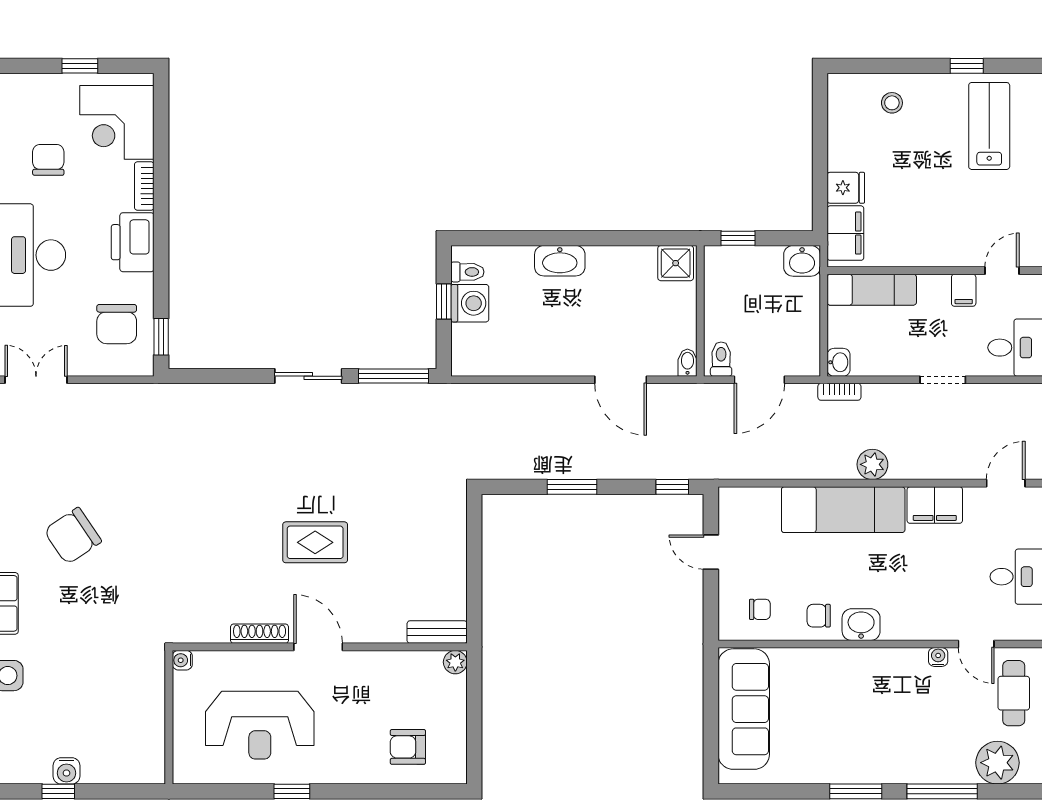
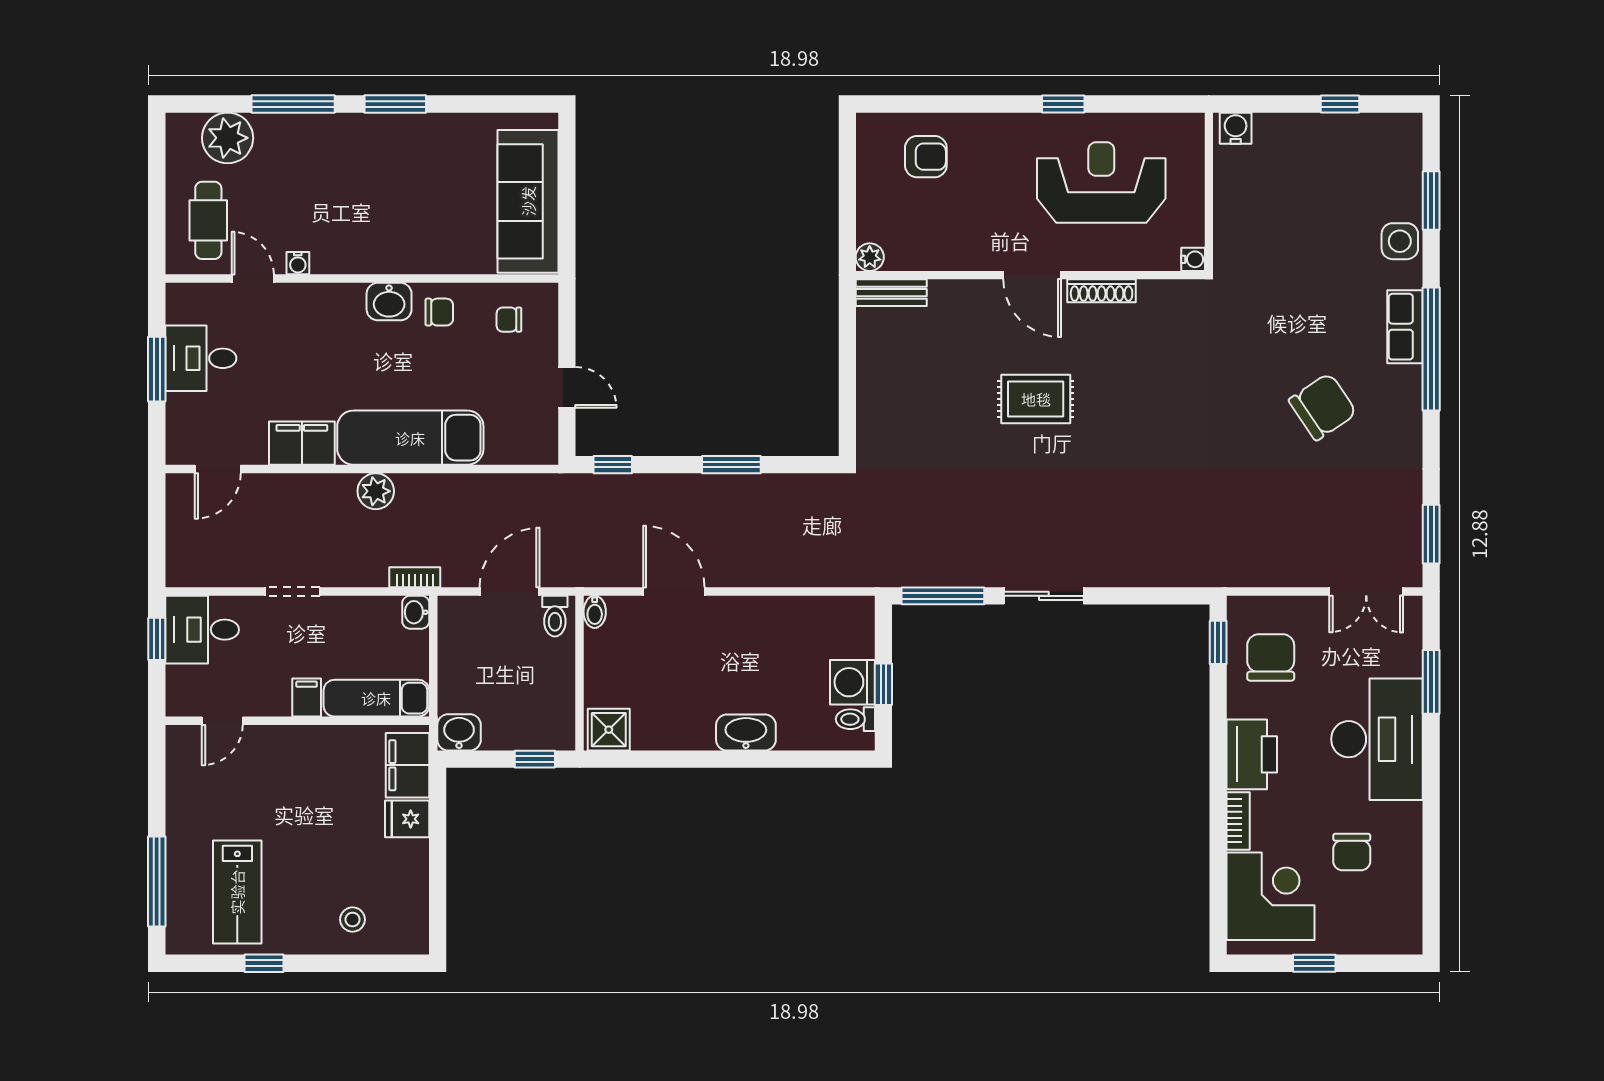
filing cabinet: (964, 290) -> (307, 698), moved
water cooler: (66, 771) -> (1236, 128), moved

